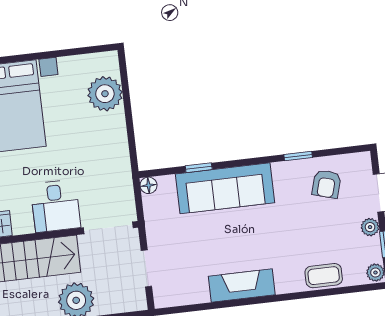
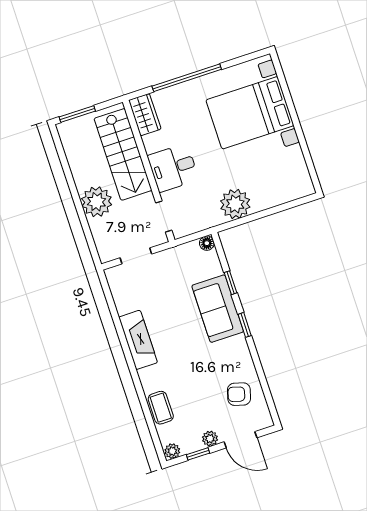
plant: (105, 94) -> (235, 204), moved
window: (298, 156) -> (245, 325), moved
sofa: (225, 188) -> (218, 309), width x0.73
doorway: (108, 228) -> (164, 216), width x0.73

